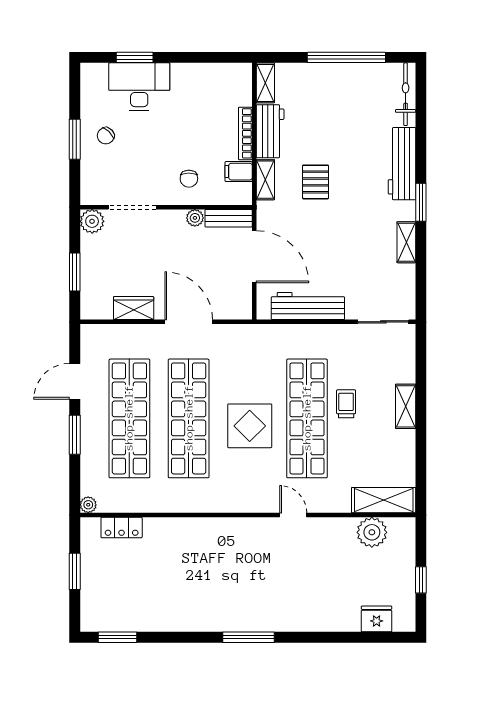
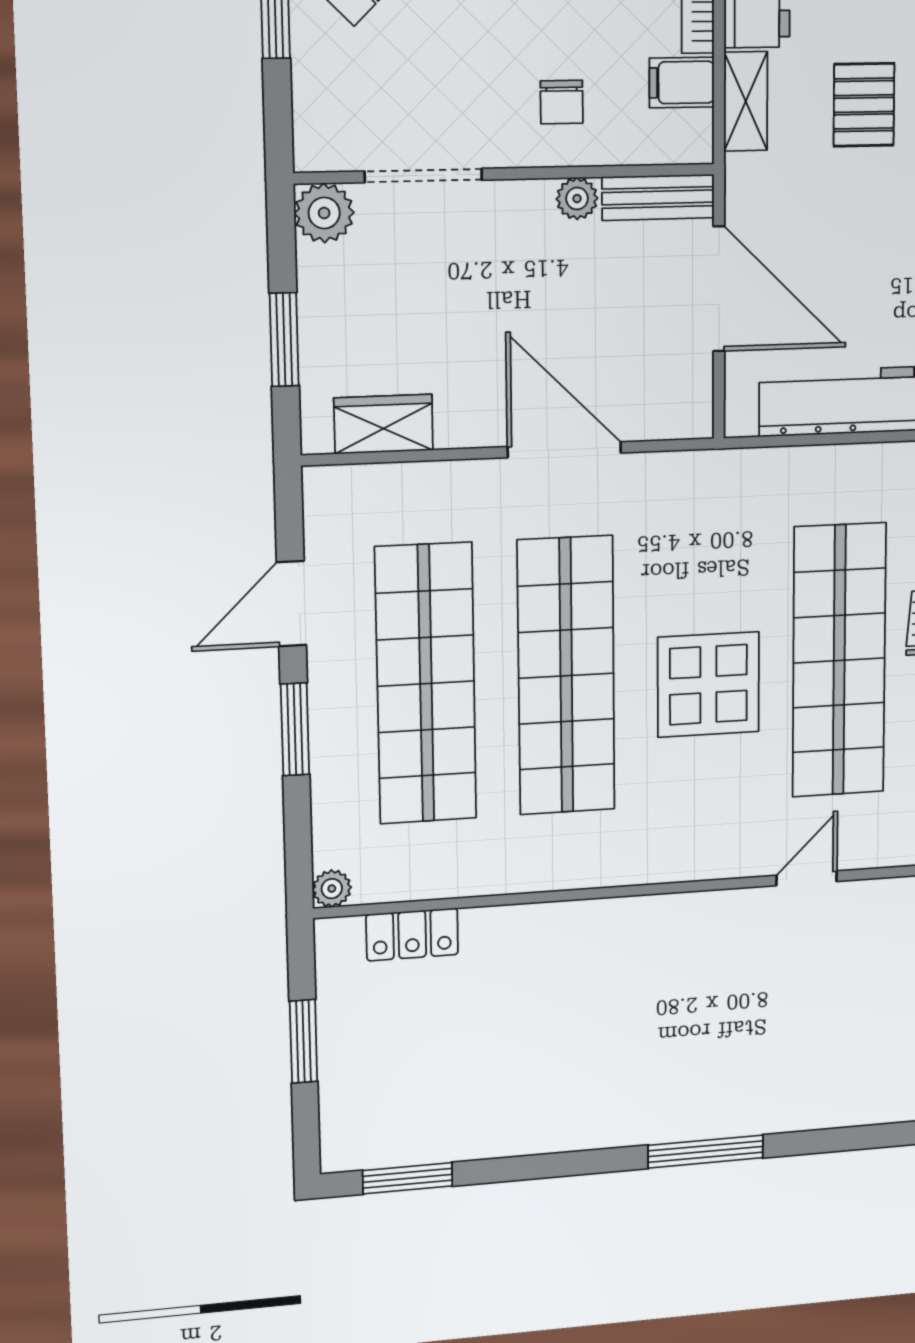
wardrobe: (134, 308) -> (384, 424), moved
door: (293, 515) -> (807, 878), hinge flipped

